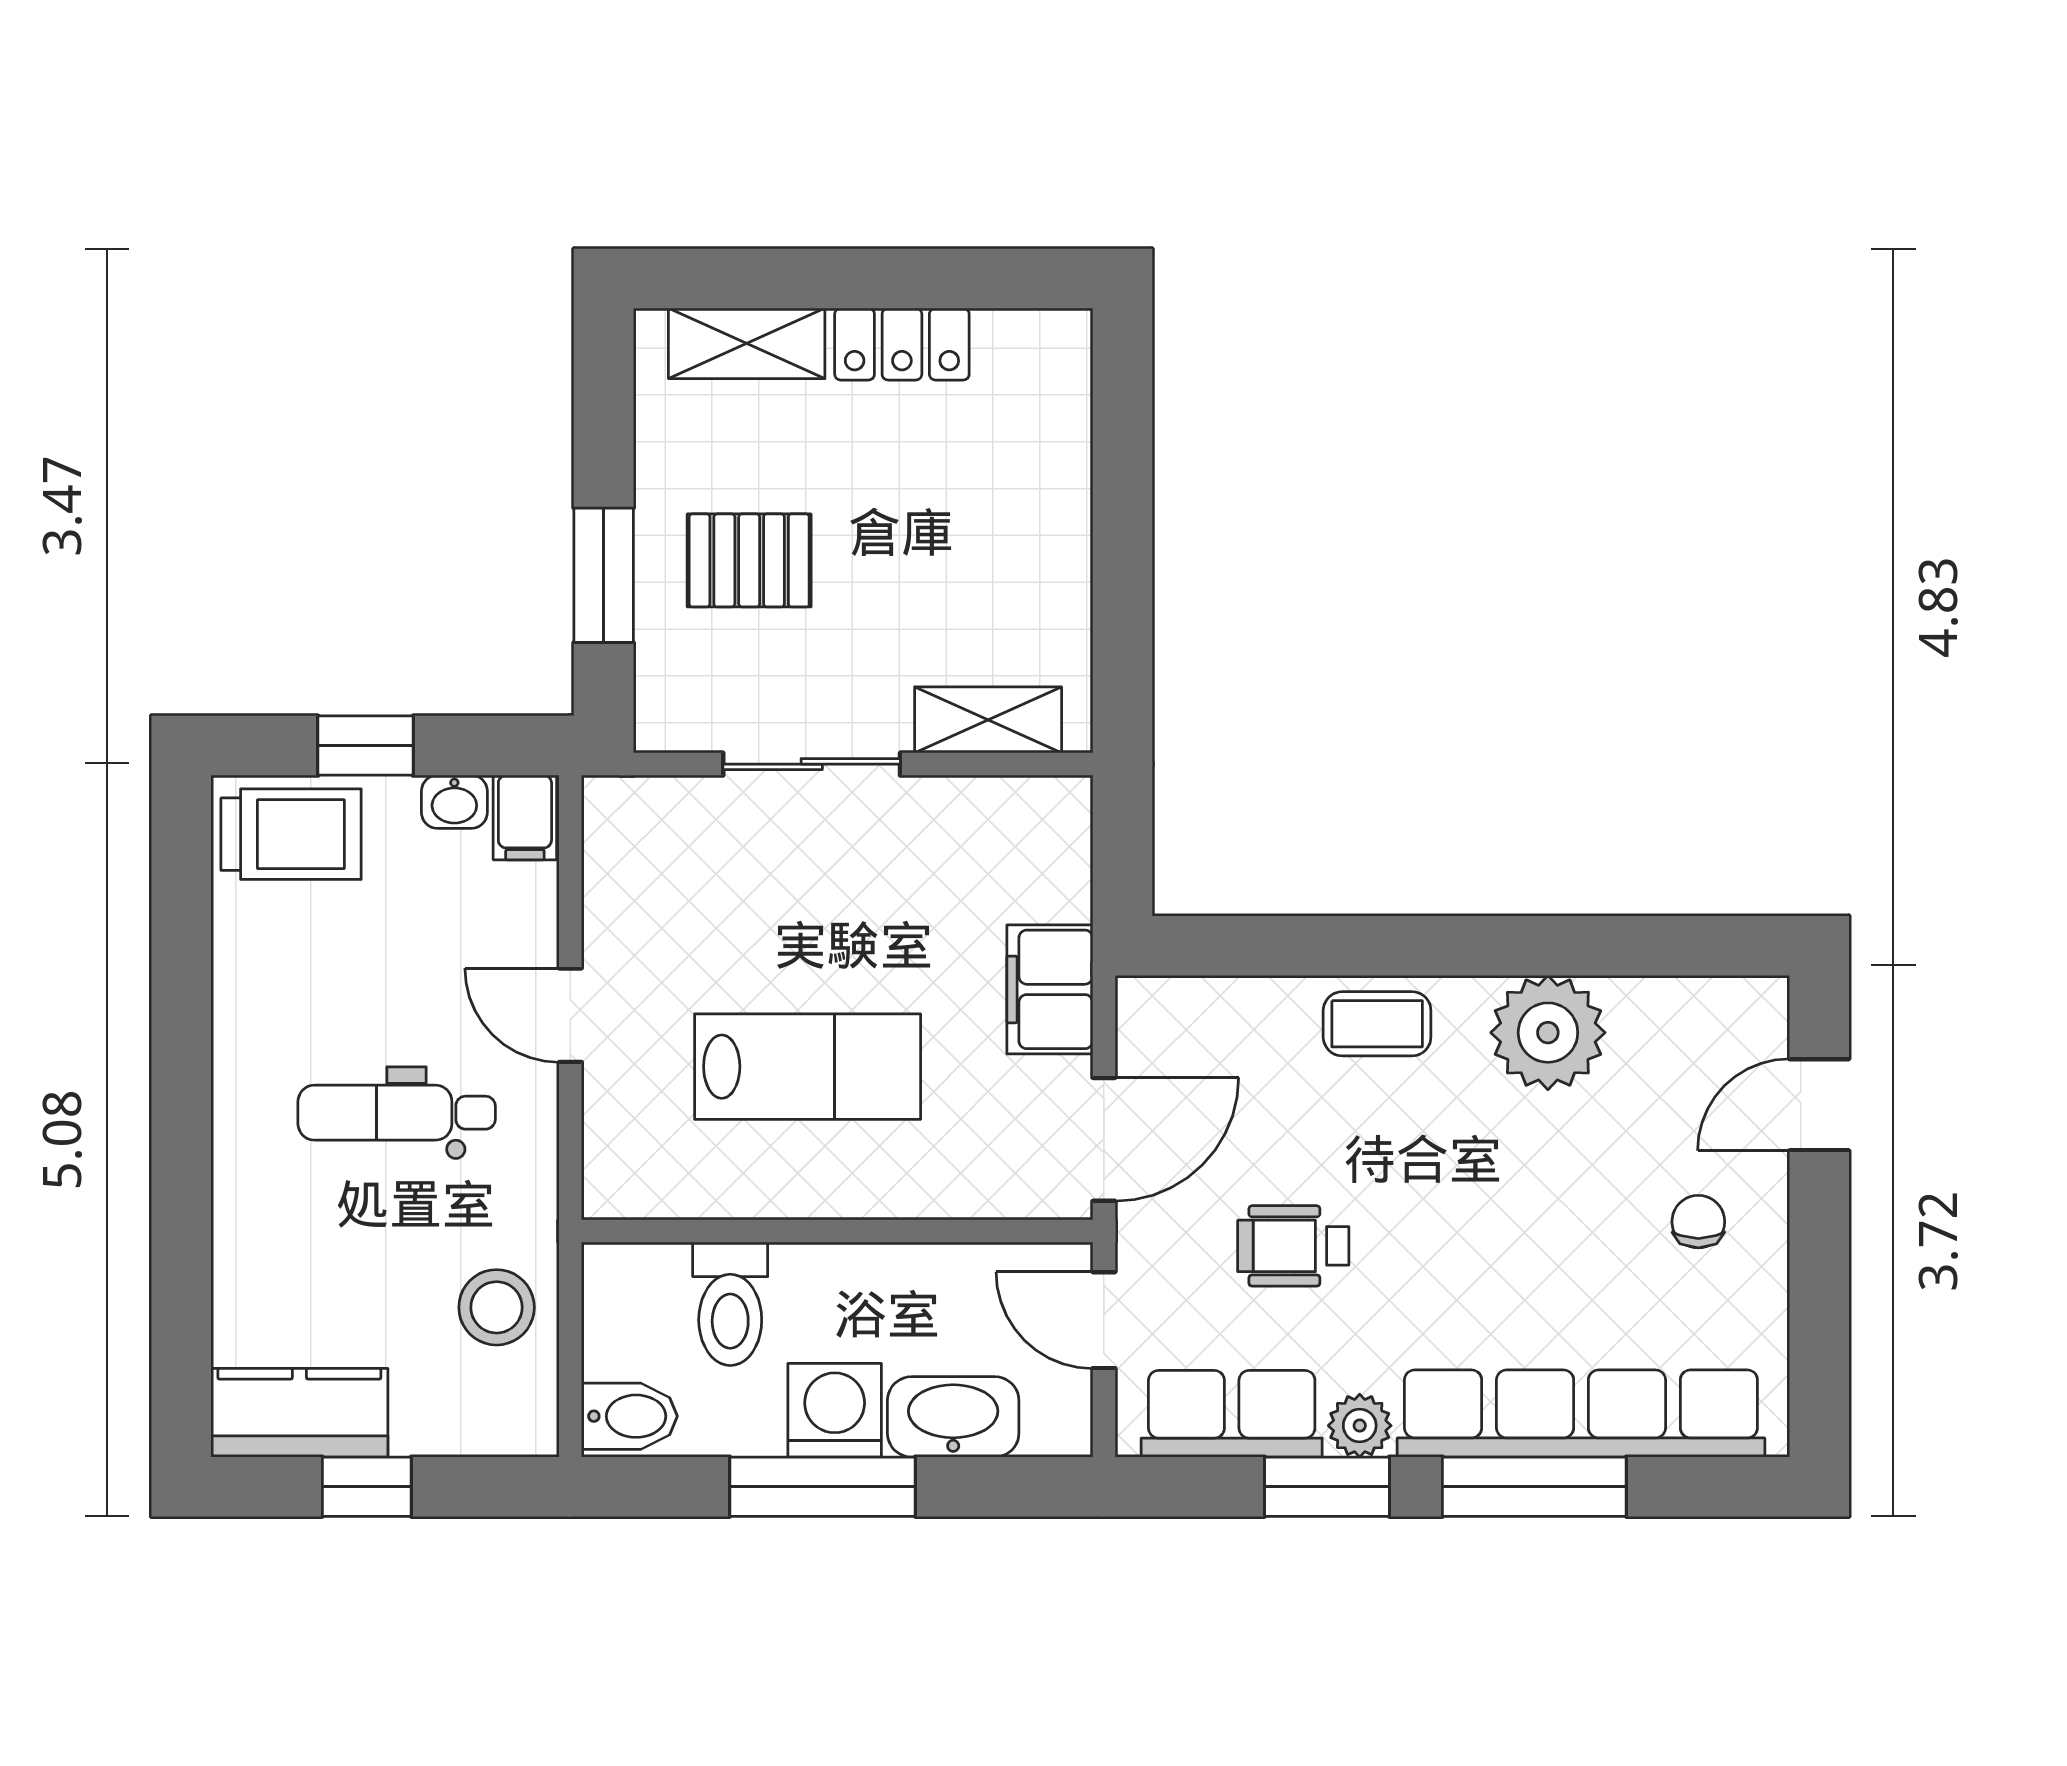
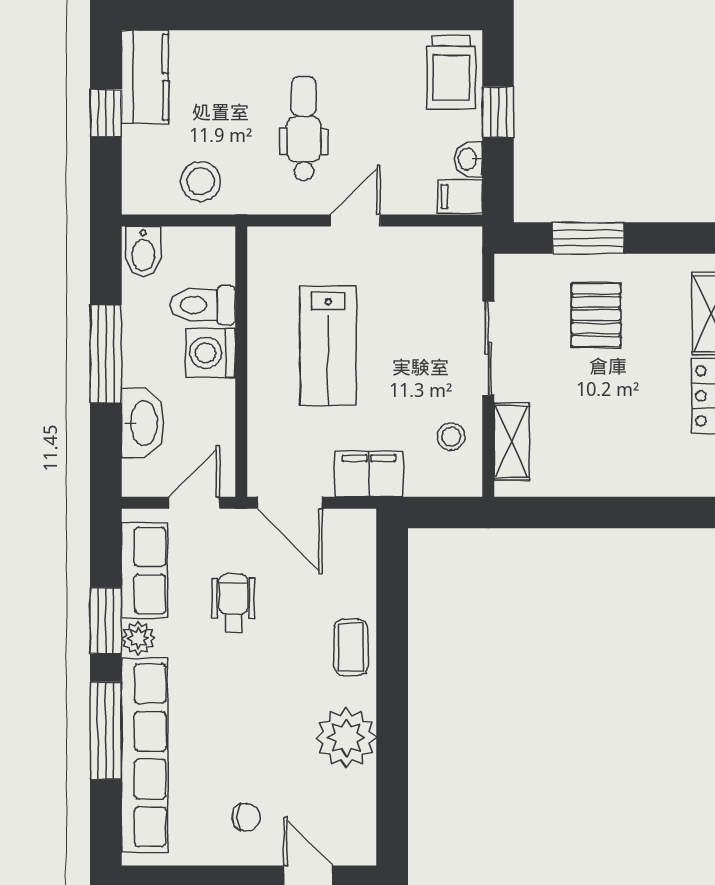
stool: (979, 834) -> (451, 437), added
washing machine: (835, 1410) -> (211, 353), moved, turned 180

